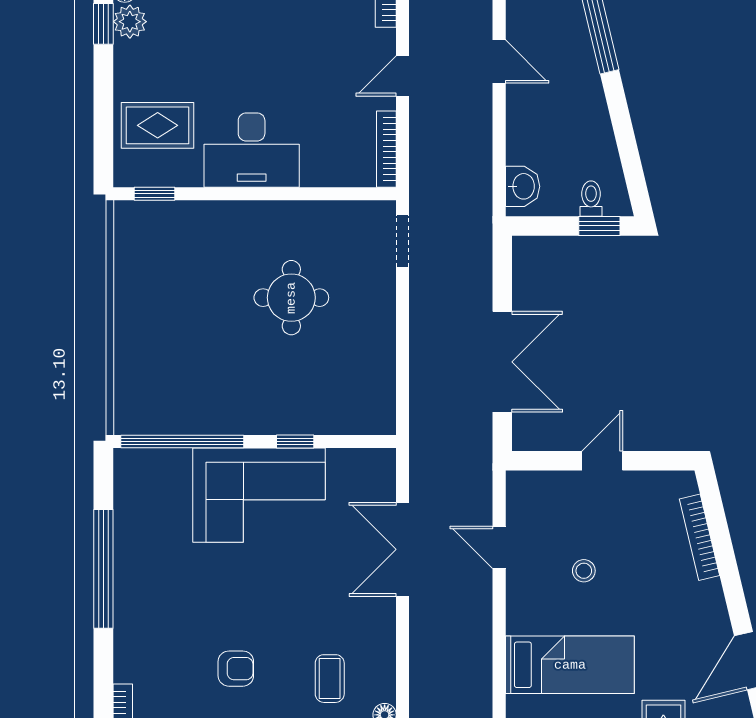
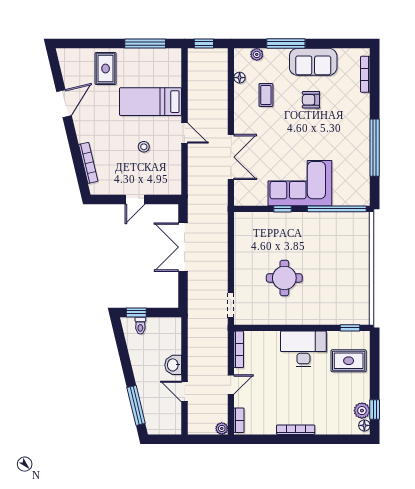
washbasin: (523, 186) -> (173, 365), moved
door: (499, 547) -> (185, 133), moved

